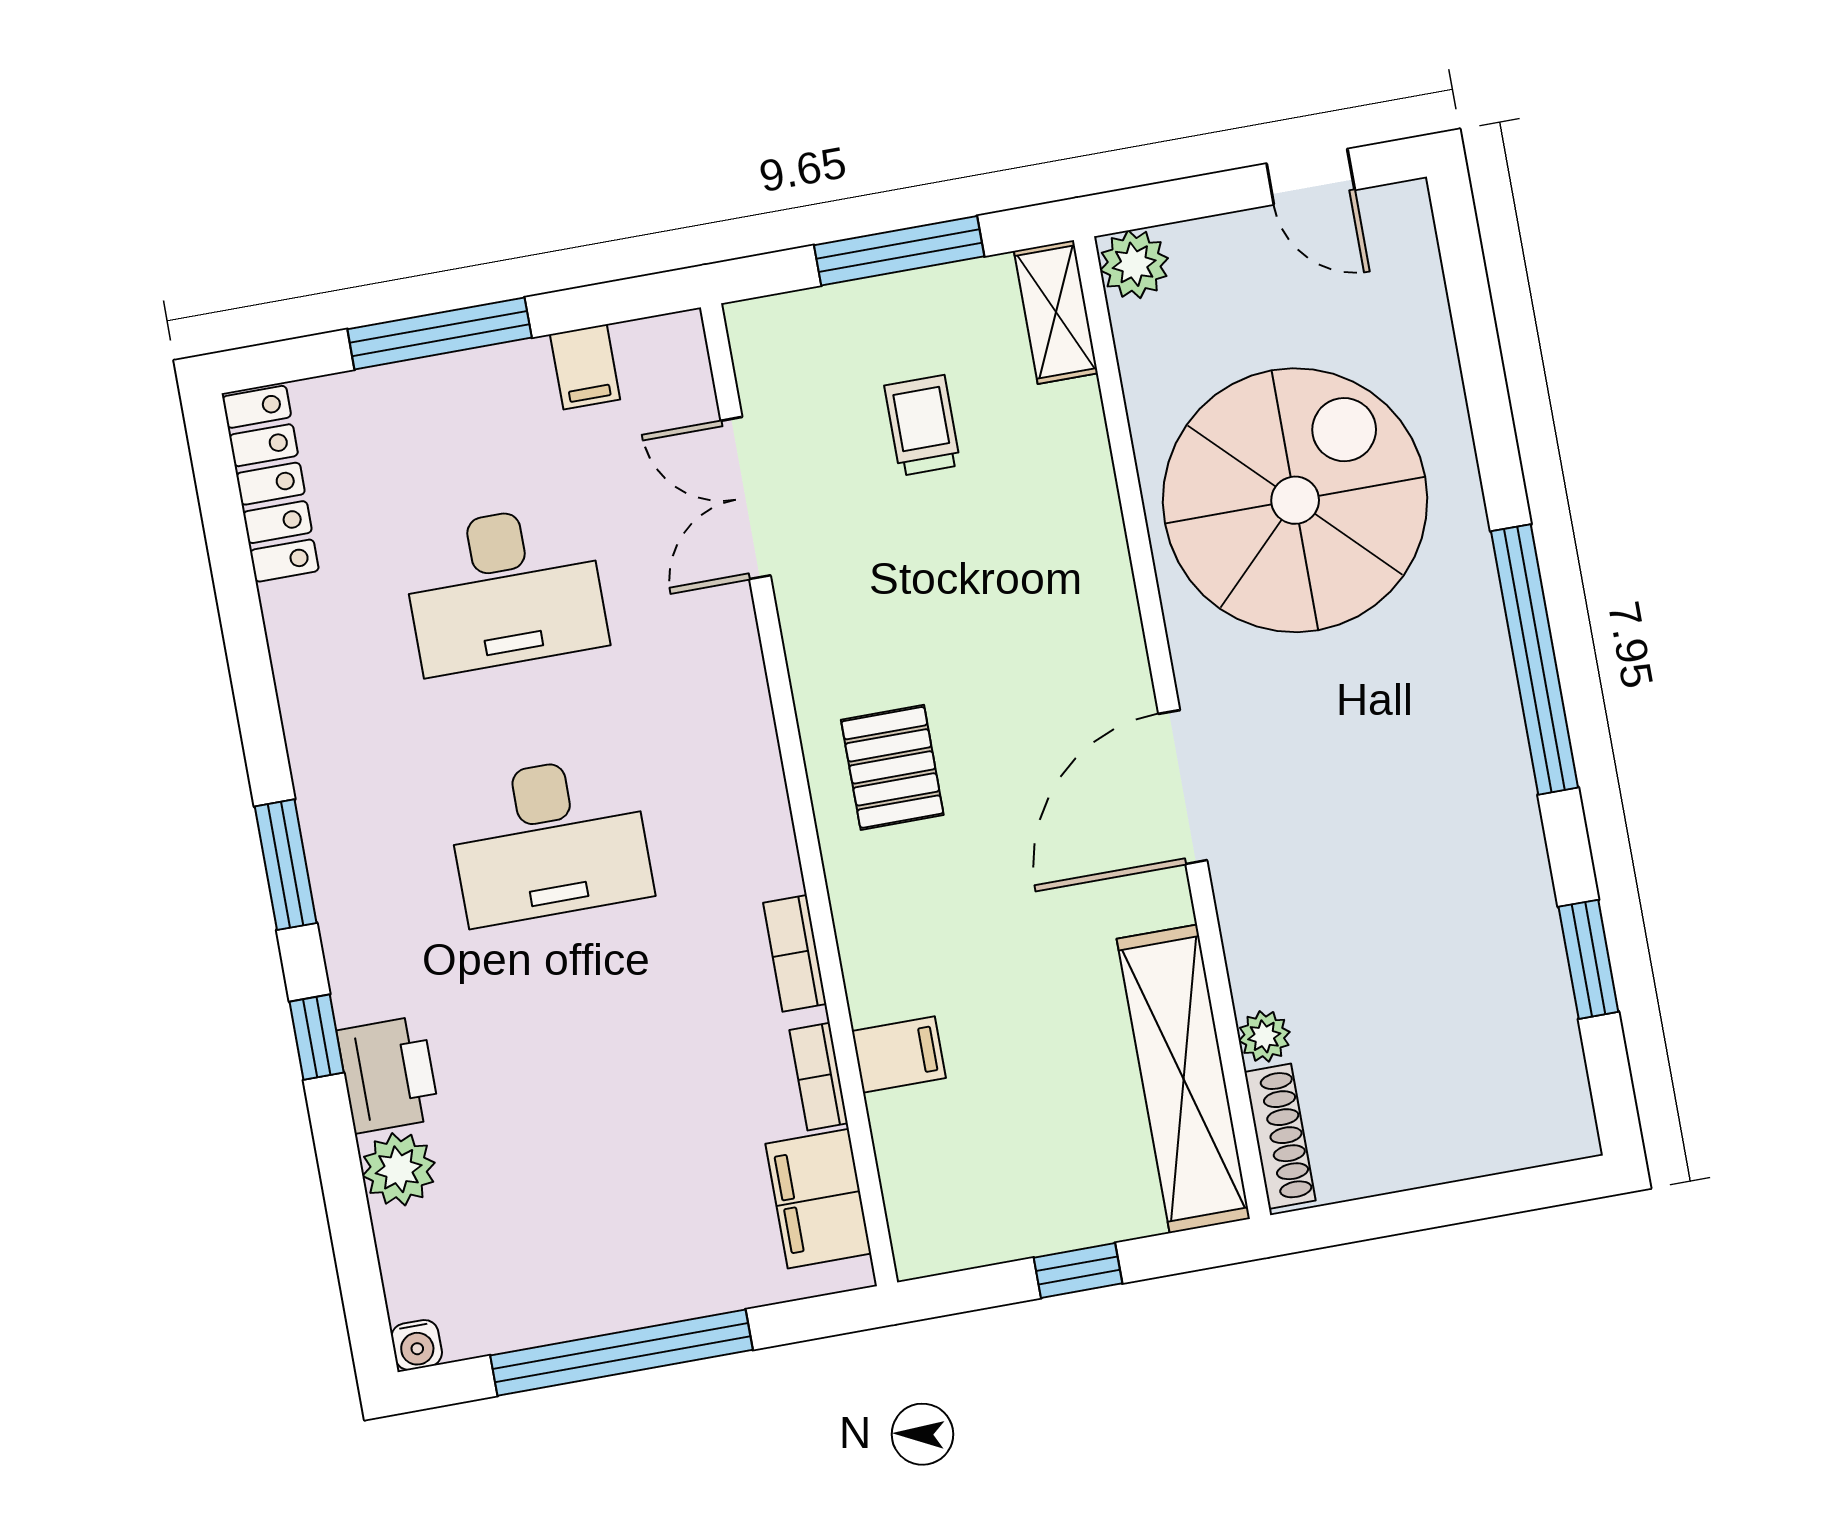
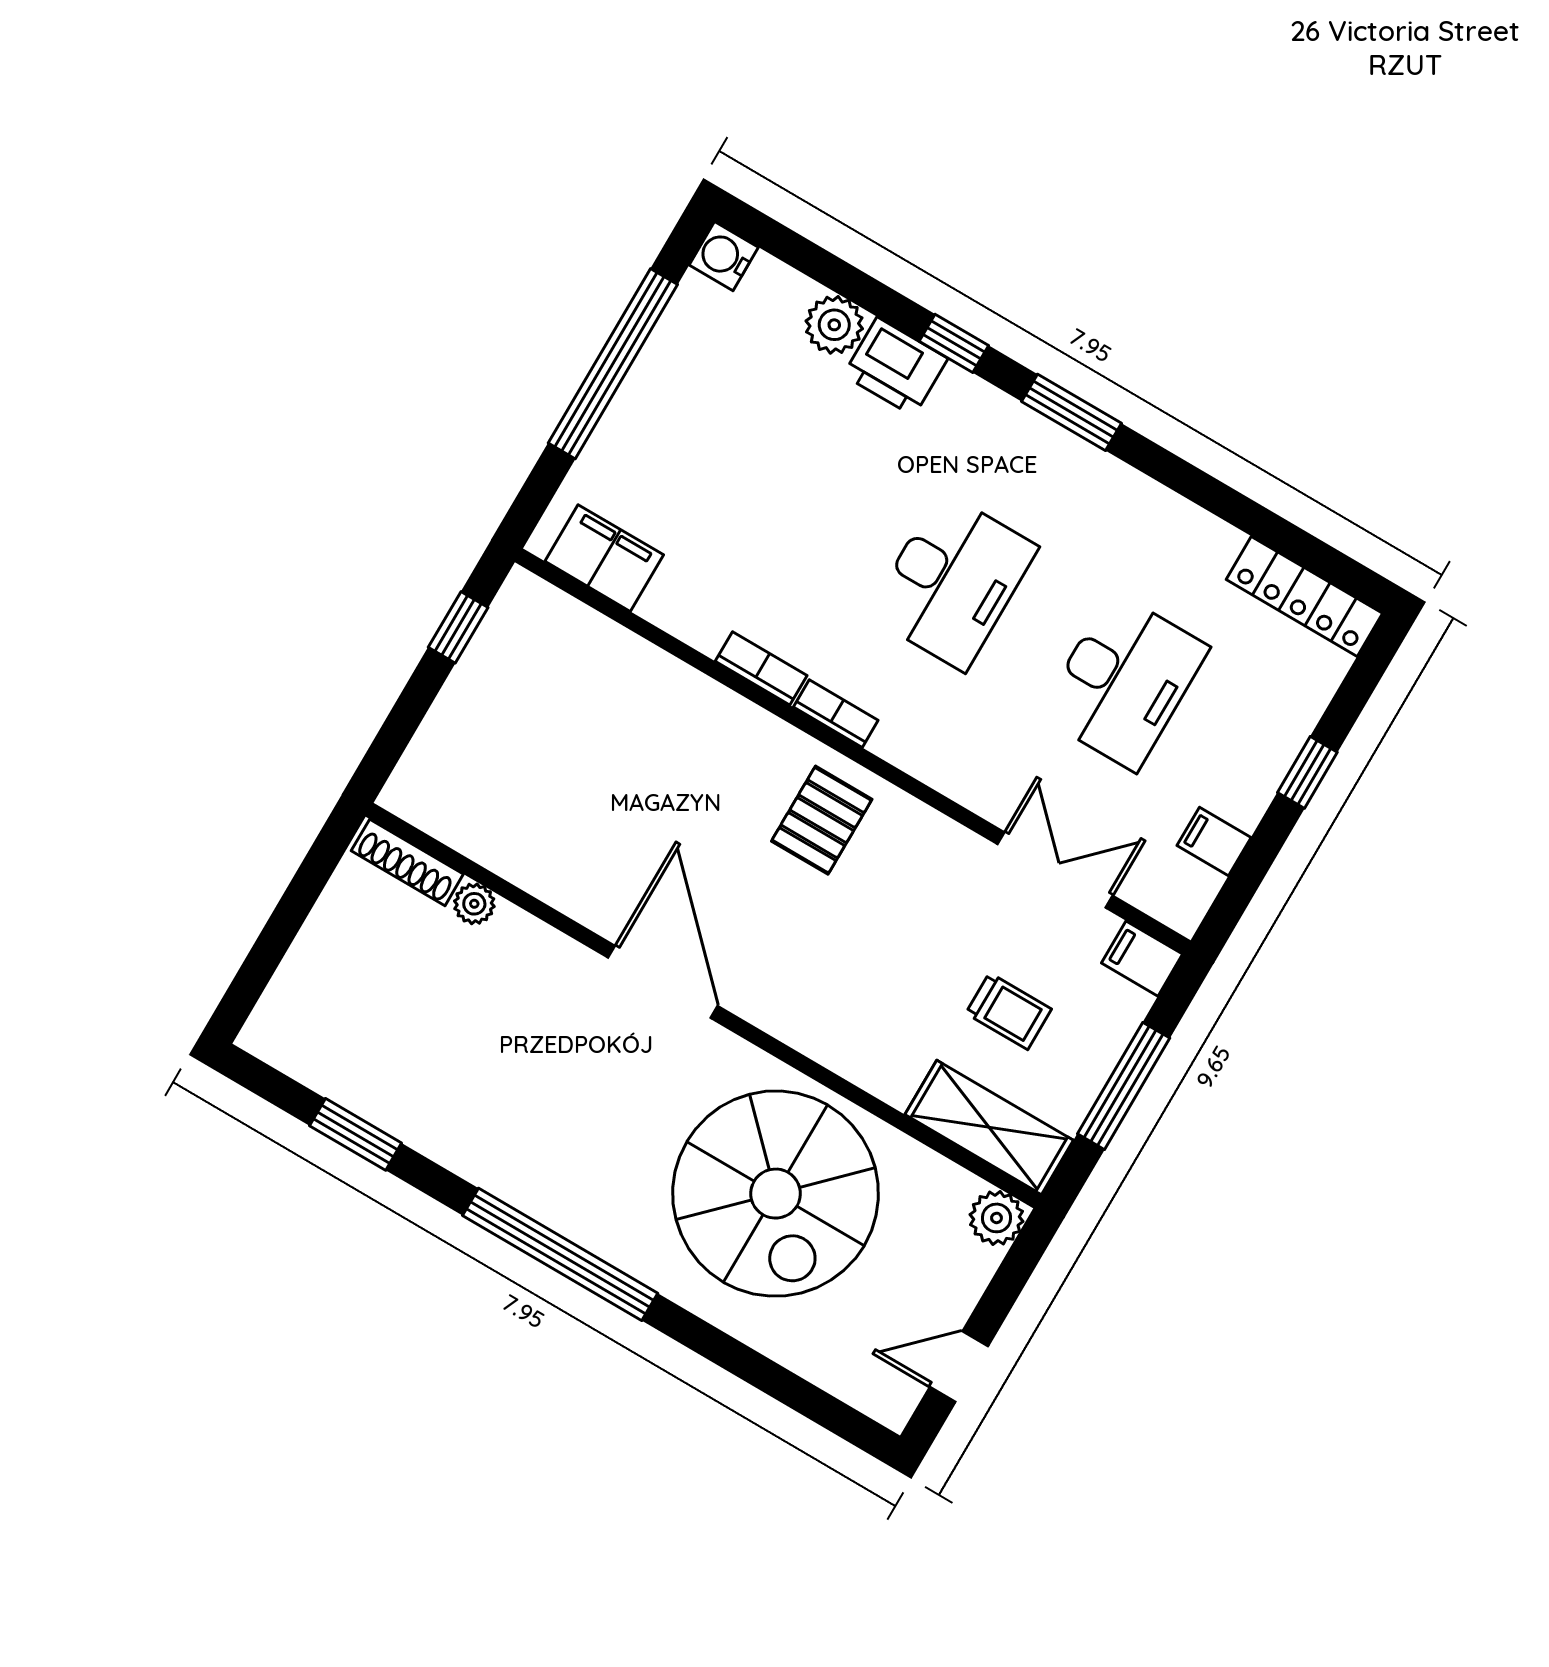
shelving: (1056, 312) -> (989, 1127), width x1.50, depth x1.33
window: (440, 333) -> (1307, 772), width x0.46
desk: (504, 589) -> (1124, 681), turned 180
pallet: (892, 767) -> (822, 820), turned 90
desk: (549, 840) -> (953, 581), turned 180
filing cabinet: (899, 1054) -> (1142, 959), moved, turned 90
bookcase: (819, 1077) -> (836, 714), moved
shelving: (1183, 1079) -> (490, 834), removed
window: (1078, 1271) -> (458, 627), moved
water cooler: (417, 1345) -> (724, 256), width x1.38, depth x1.38

